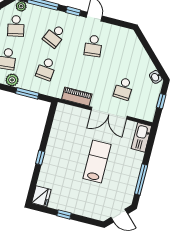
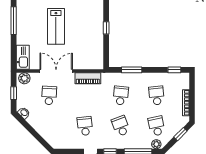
school desk: (55, 36) -> (121, 126), turned -45
plant: (12, 80) -> (24, 78), moved
window: (40, 158) -> (106, 28), moved

